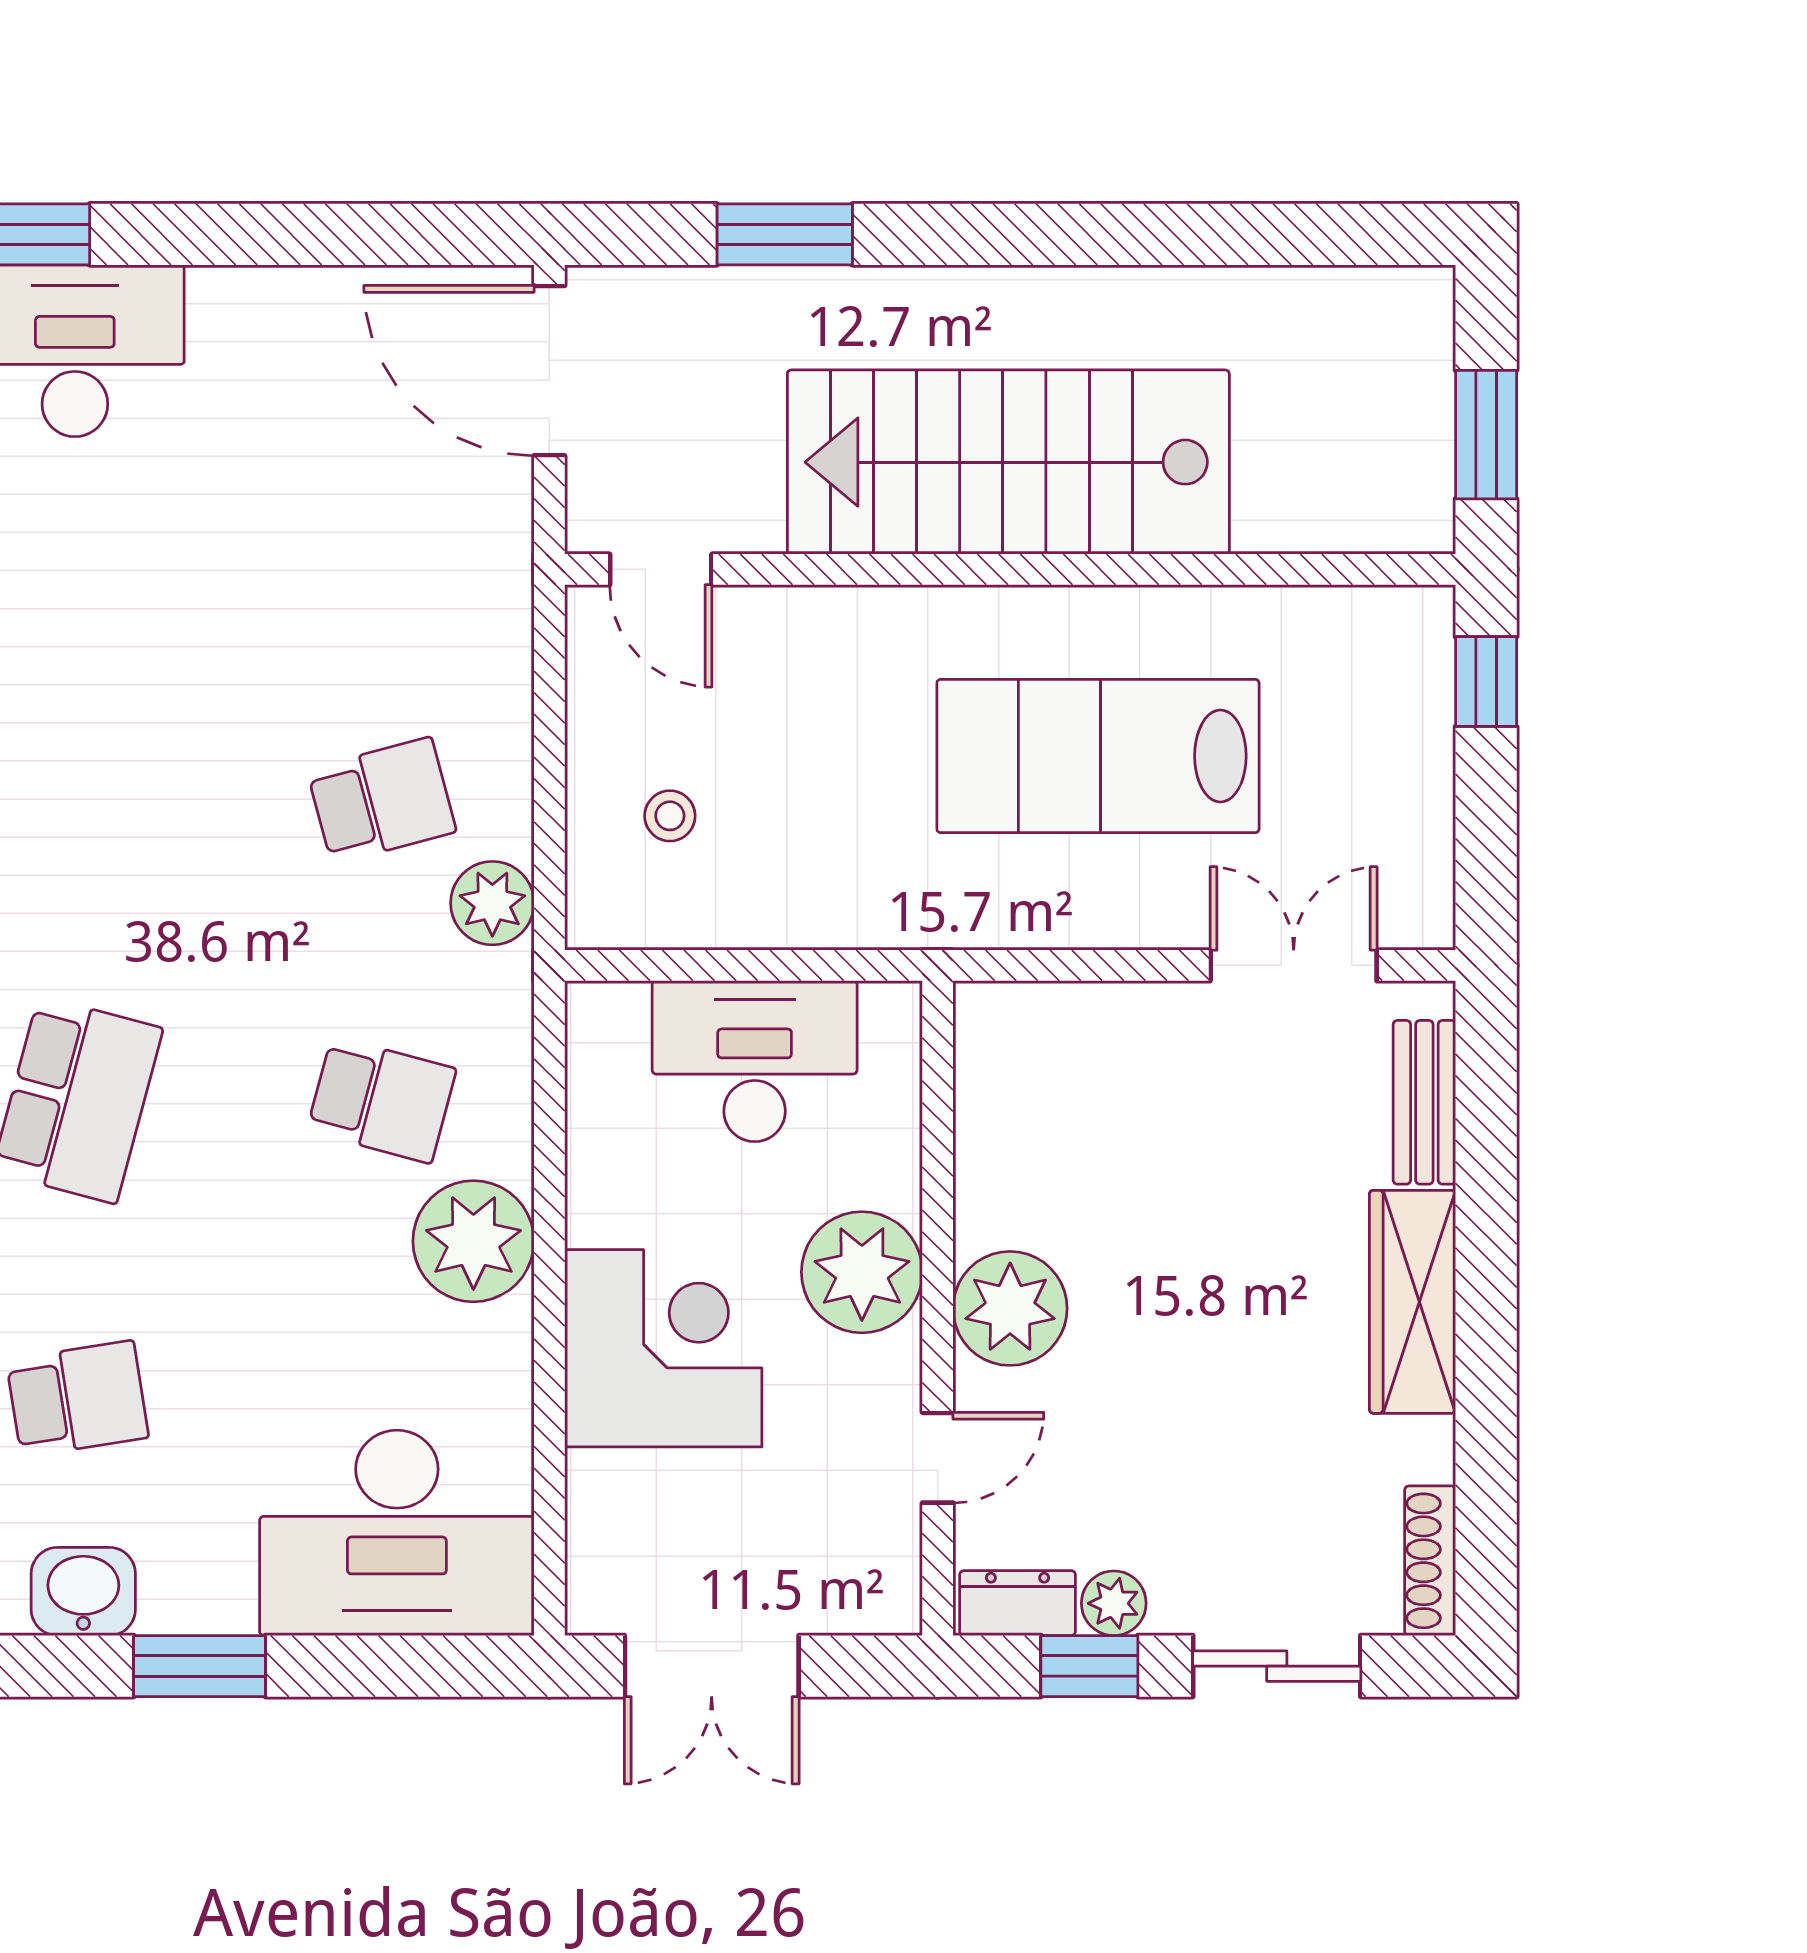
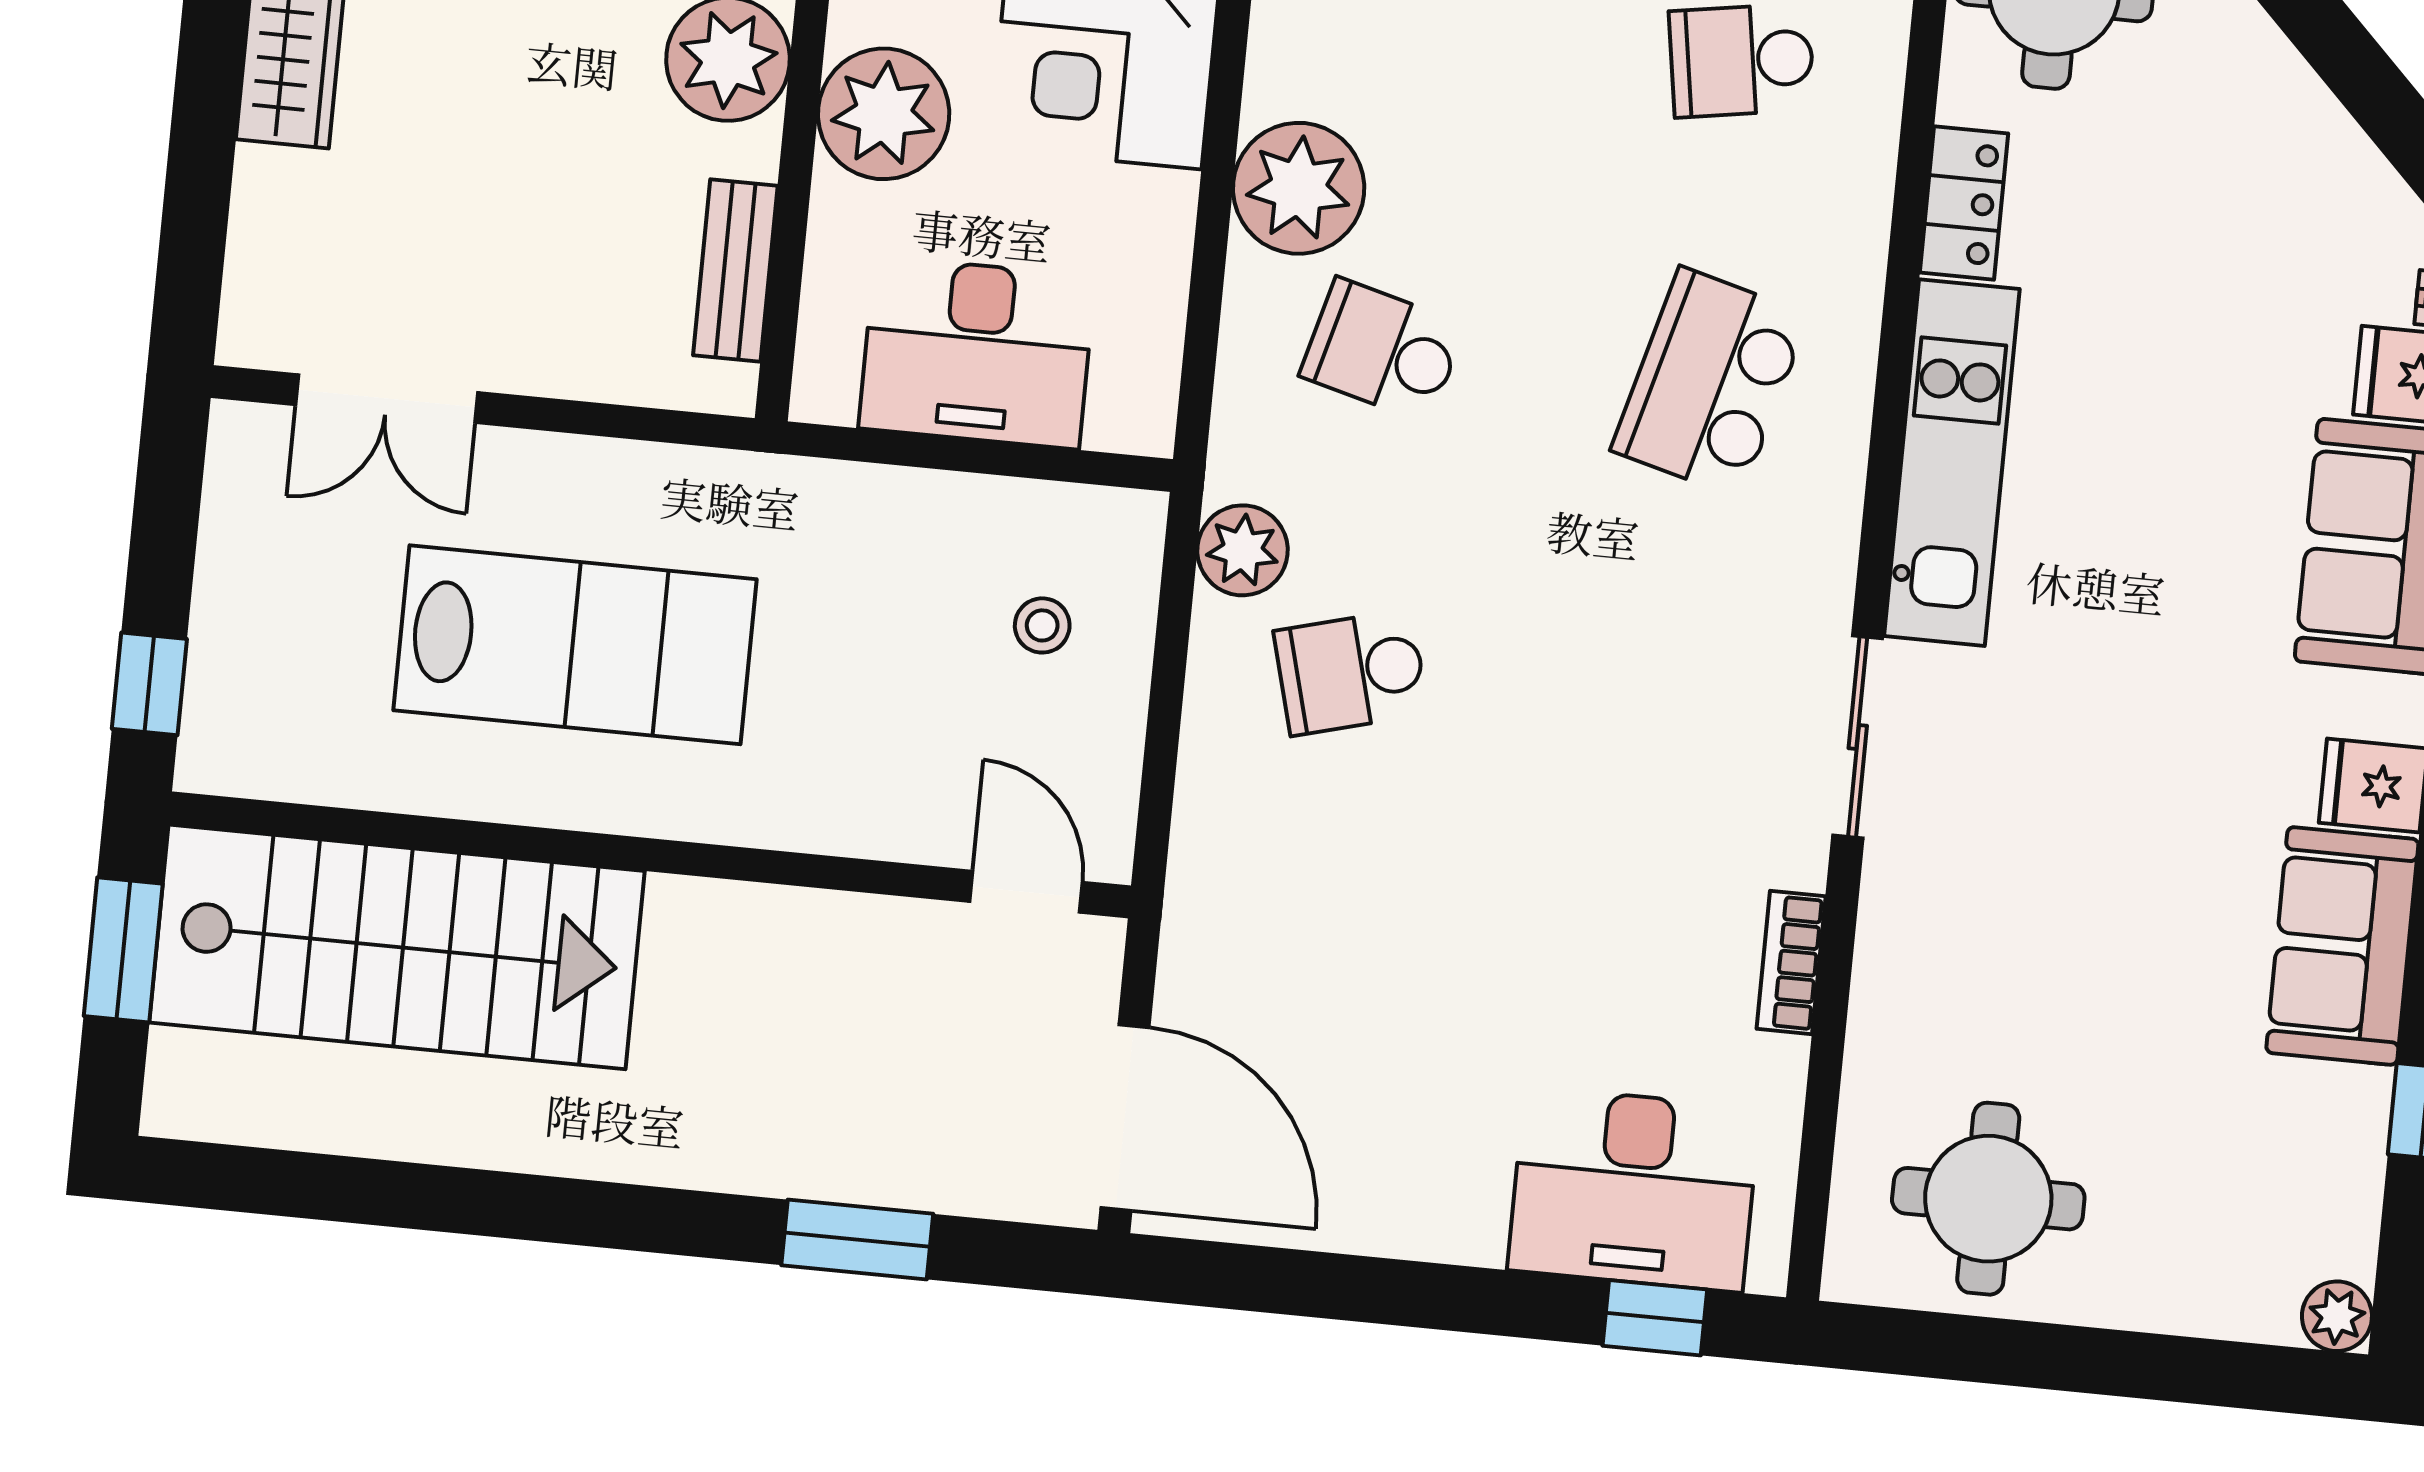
stairs: (1008, 462) -> (397, 947), moved
bench: (1424, 1102) -> (735, 271), moved

